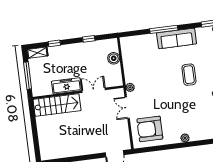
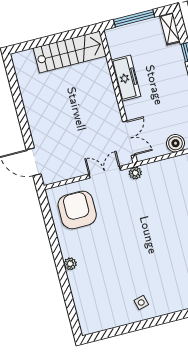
coffee table: (189, 75) -> (165, 258), removed
double door: (94, 90) -> (129, 138), moved
stairs: (57, 105) -> (70, 52), moved, turned -90

